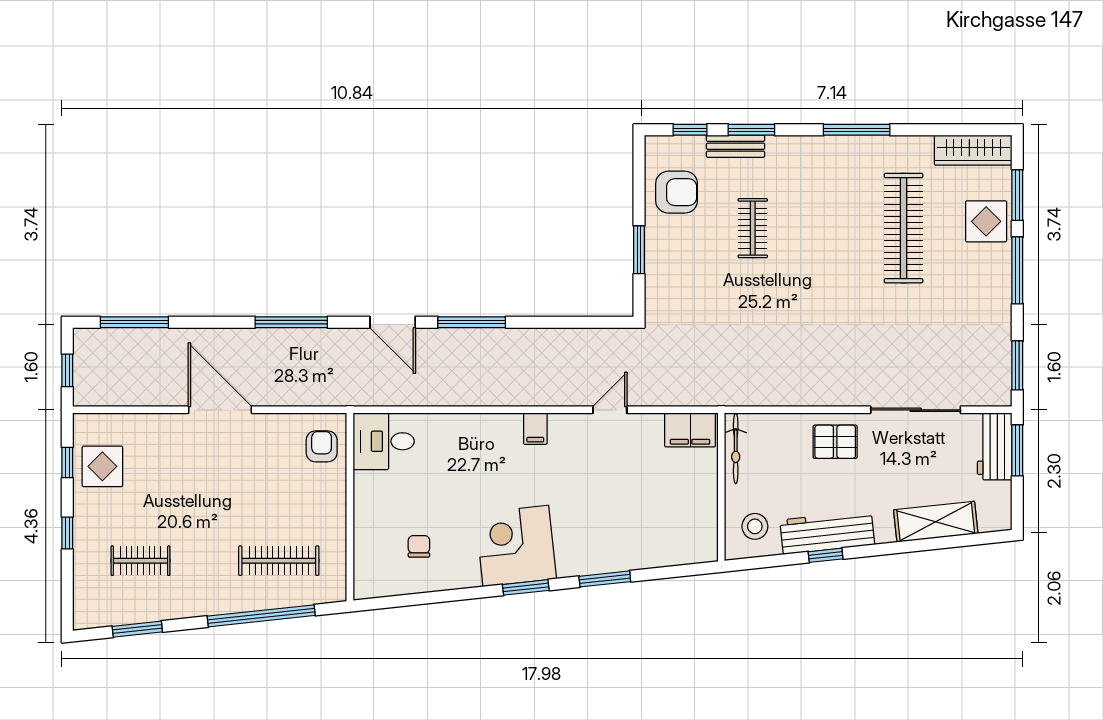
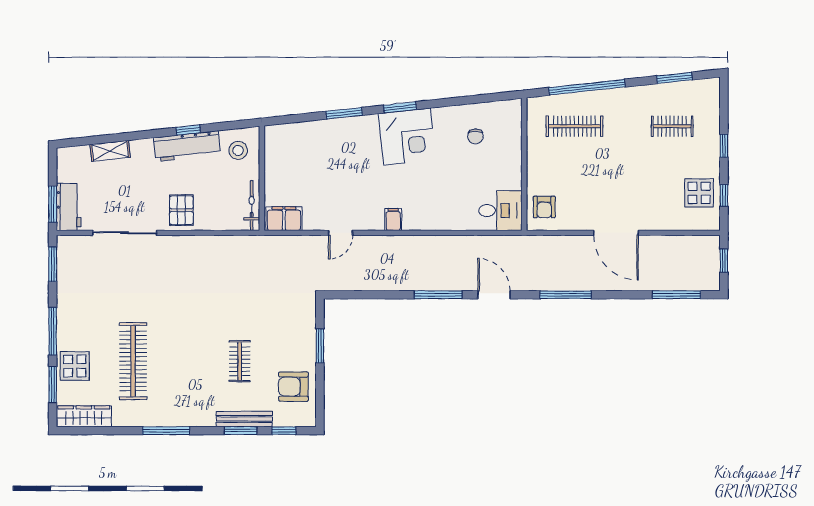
bench: (736, 146) -> (244, 419), width x1.36
pallet: (835, 442) -> (181, 210), turned 90
shelving: (936, 522) -> (110, 151), width x0.67, depth x0.75

